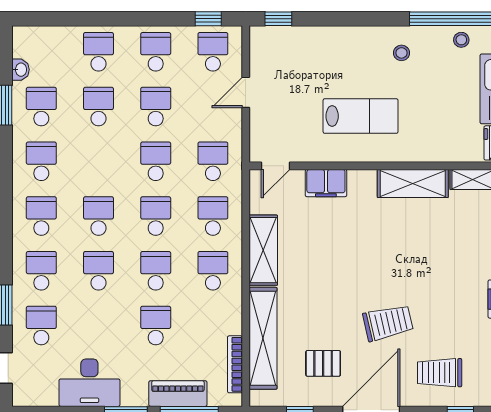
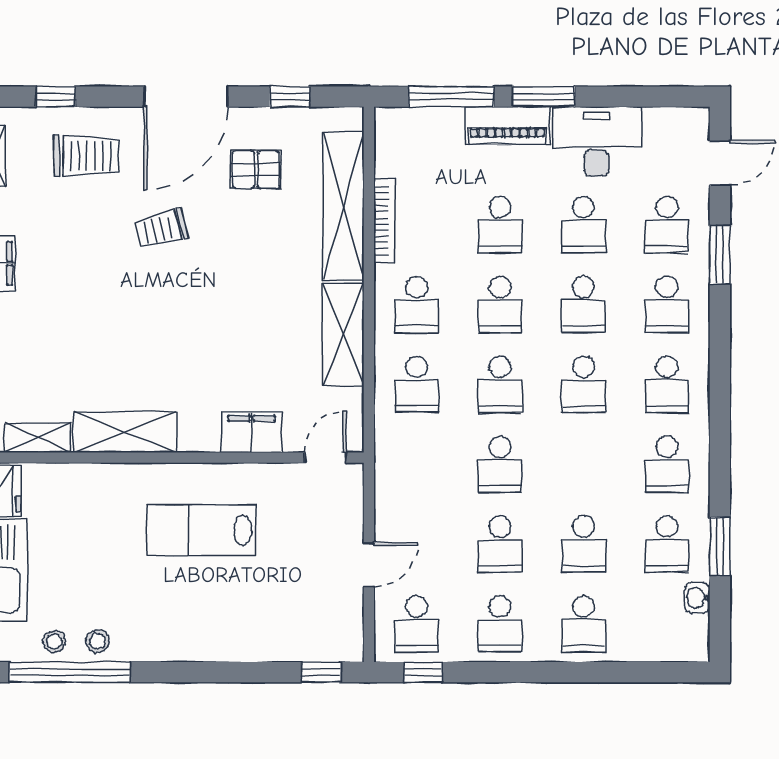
stool: (402, 53) -> (98, 641), moved
school desk: (213, 161) -> (584, 225), moved
trolley: (388, 323) -> (161, 229), width x0.73, depth x0.72
bookcase: (235, 364) -> (384, 221), moved
piano: (178, 394) -> (507, 125), moved

